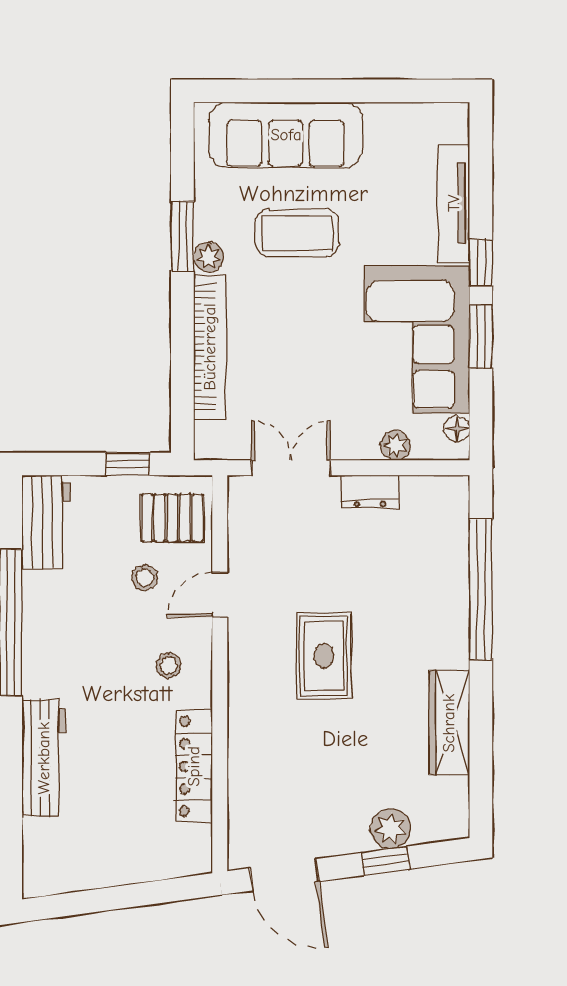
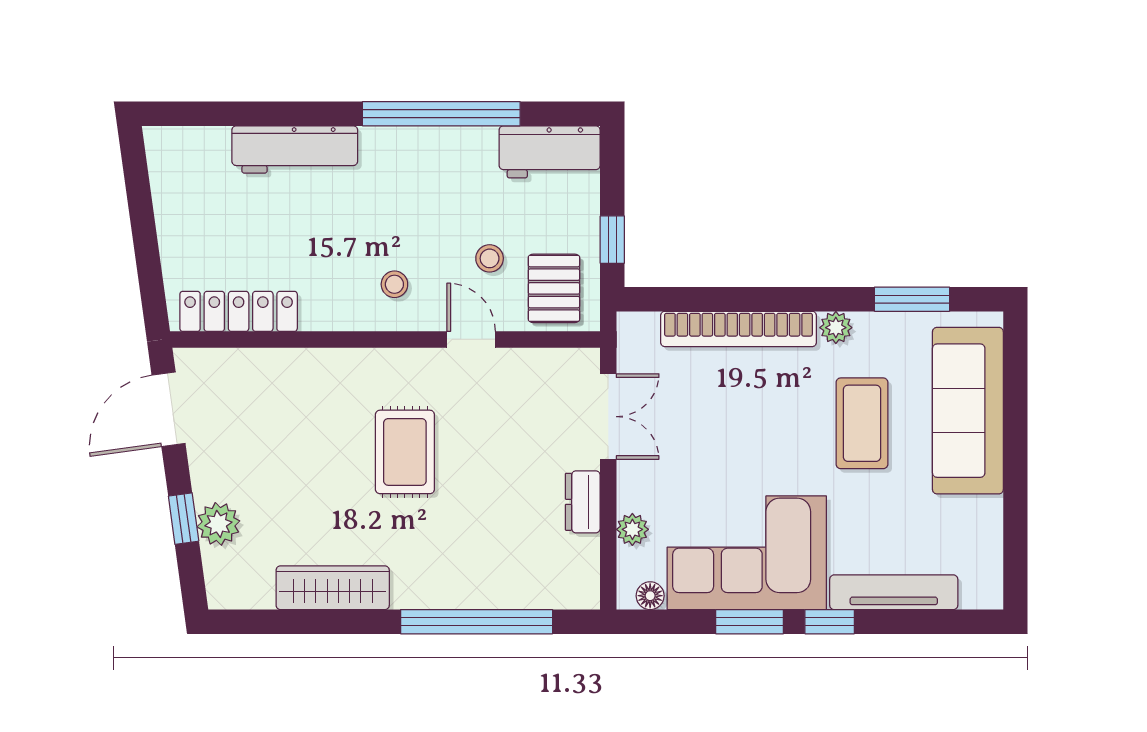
window: (182, 236) -> (912, 299), moved
rug: (324, 656) -> (405, 452), turned 90
locker: (194, 766) -> (239, 311), moved

